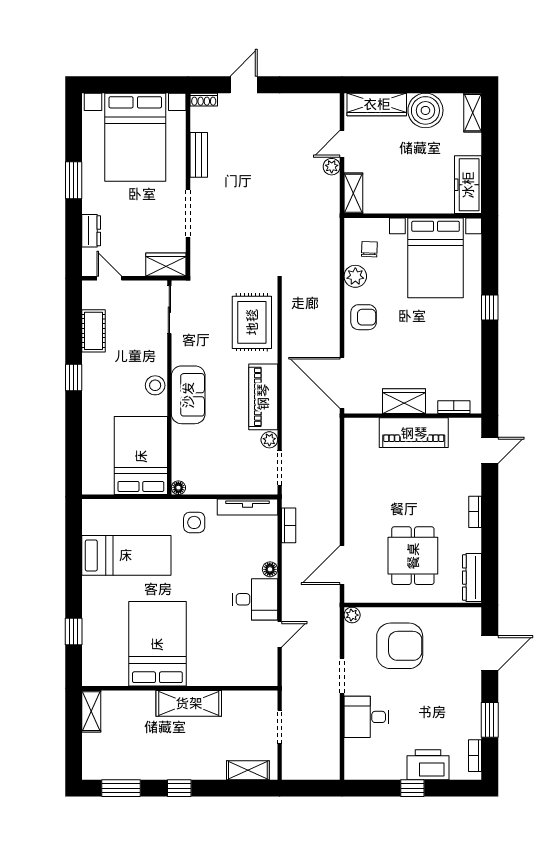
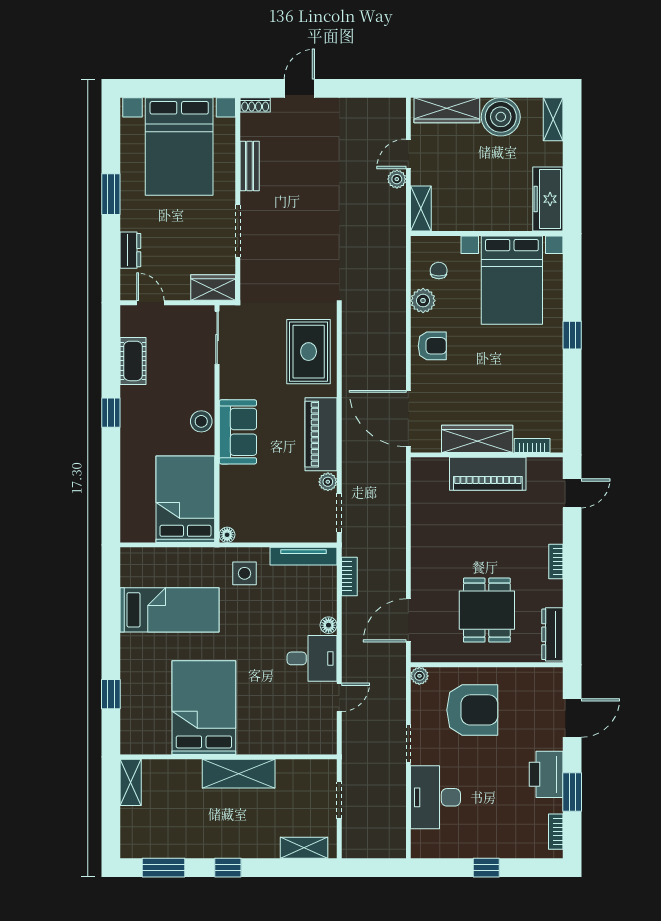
wardrobe: (404, 401) -> (477, 439), width x1.50
desk: (367, 717) -> (435, 797), width x1.37
printer: (428, 765) -> (546, 774), moved, turned -90

